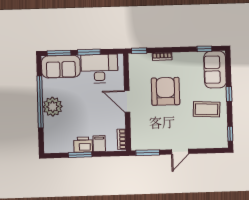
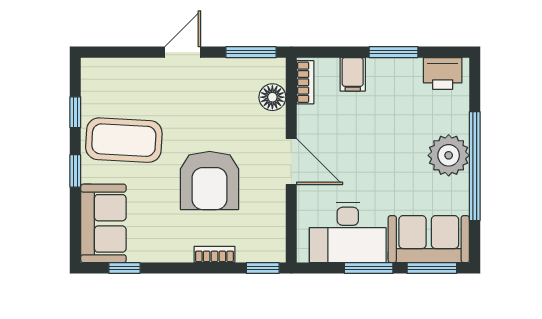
coffee table: (207, 109) -> (124, 140), width x1.36, depth x1.32
floor lamp: (137, 132) -> (272, 97), added
window: (230, 134) -> (75, 112), moved
printer: (83, 145) -> (443, 73), moved

